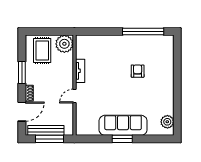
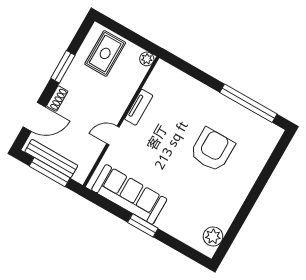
plant: (64, 44) -> (147, 59), width x0.53, depth x0.53
armchair: (138, 71) -> (212, 150), width x1.88, depth x1.88
sofa: (123, 125) -> (129, 194), moved

